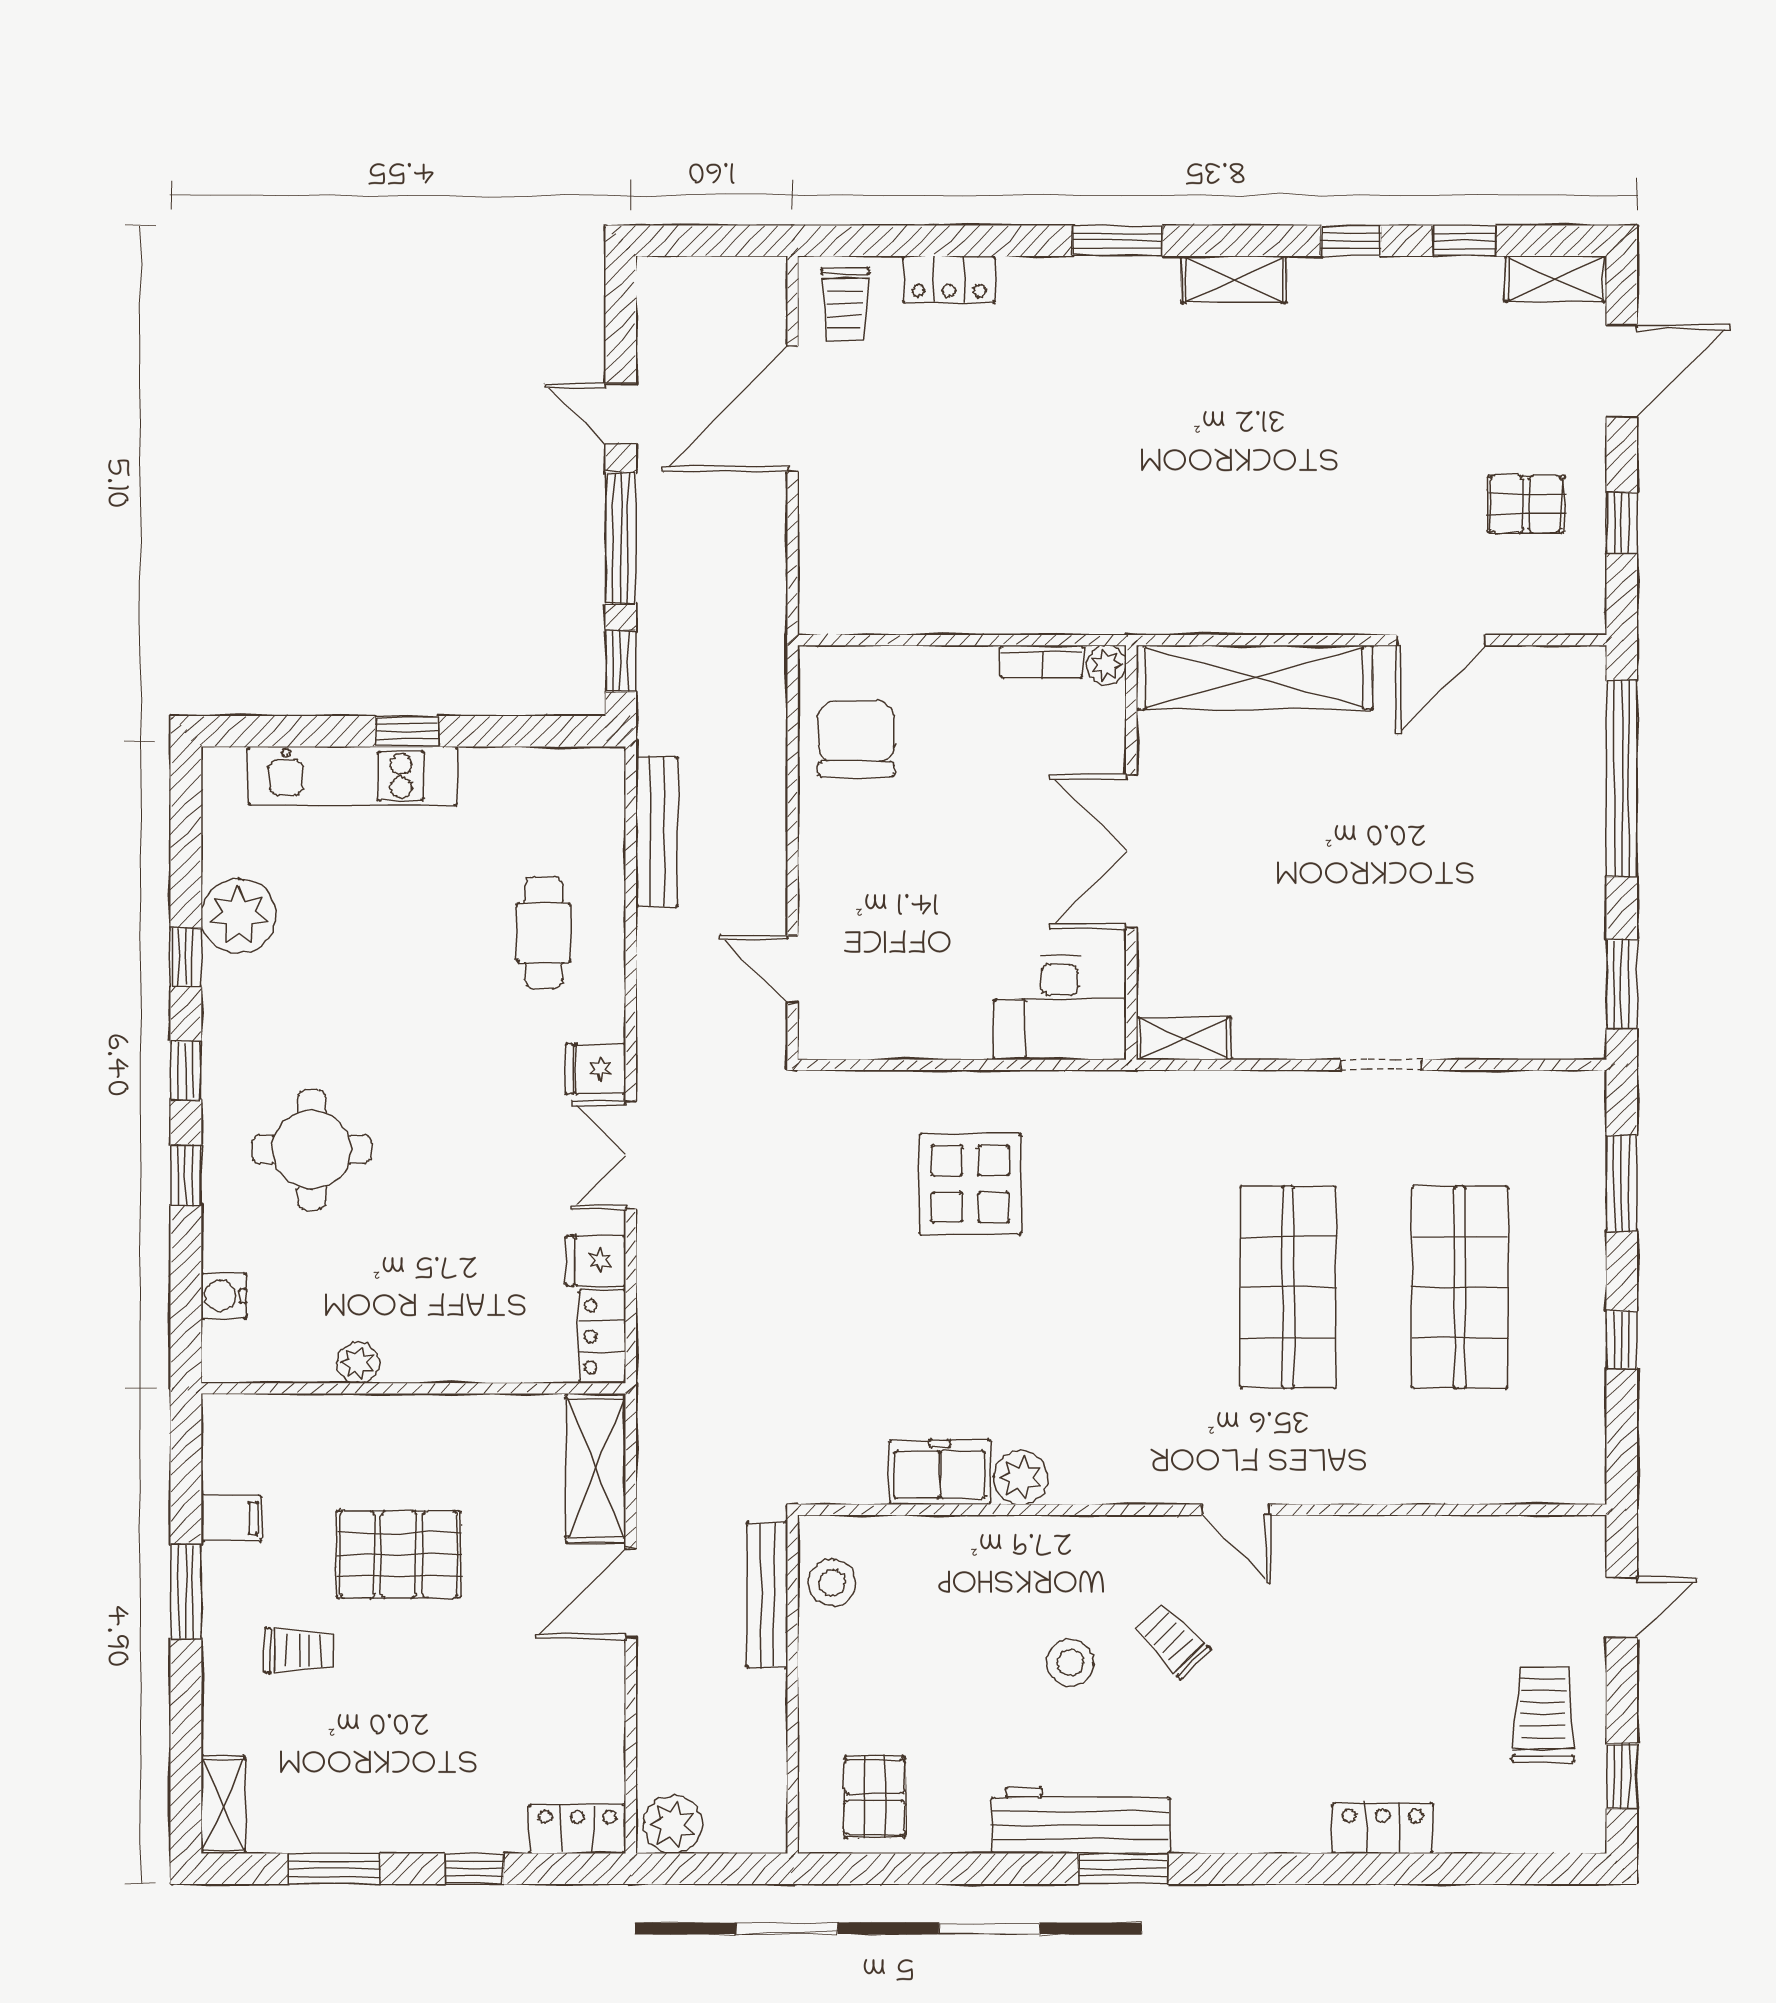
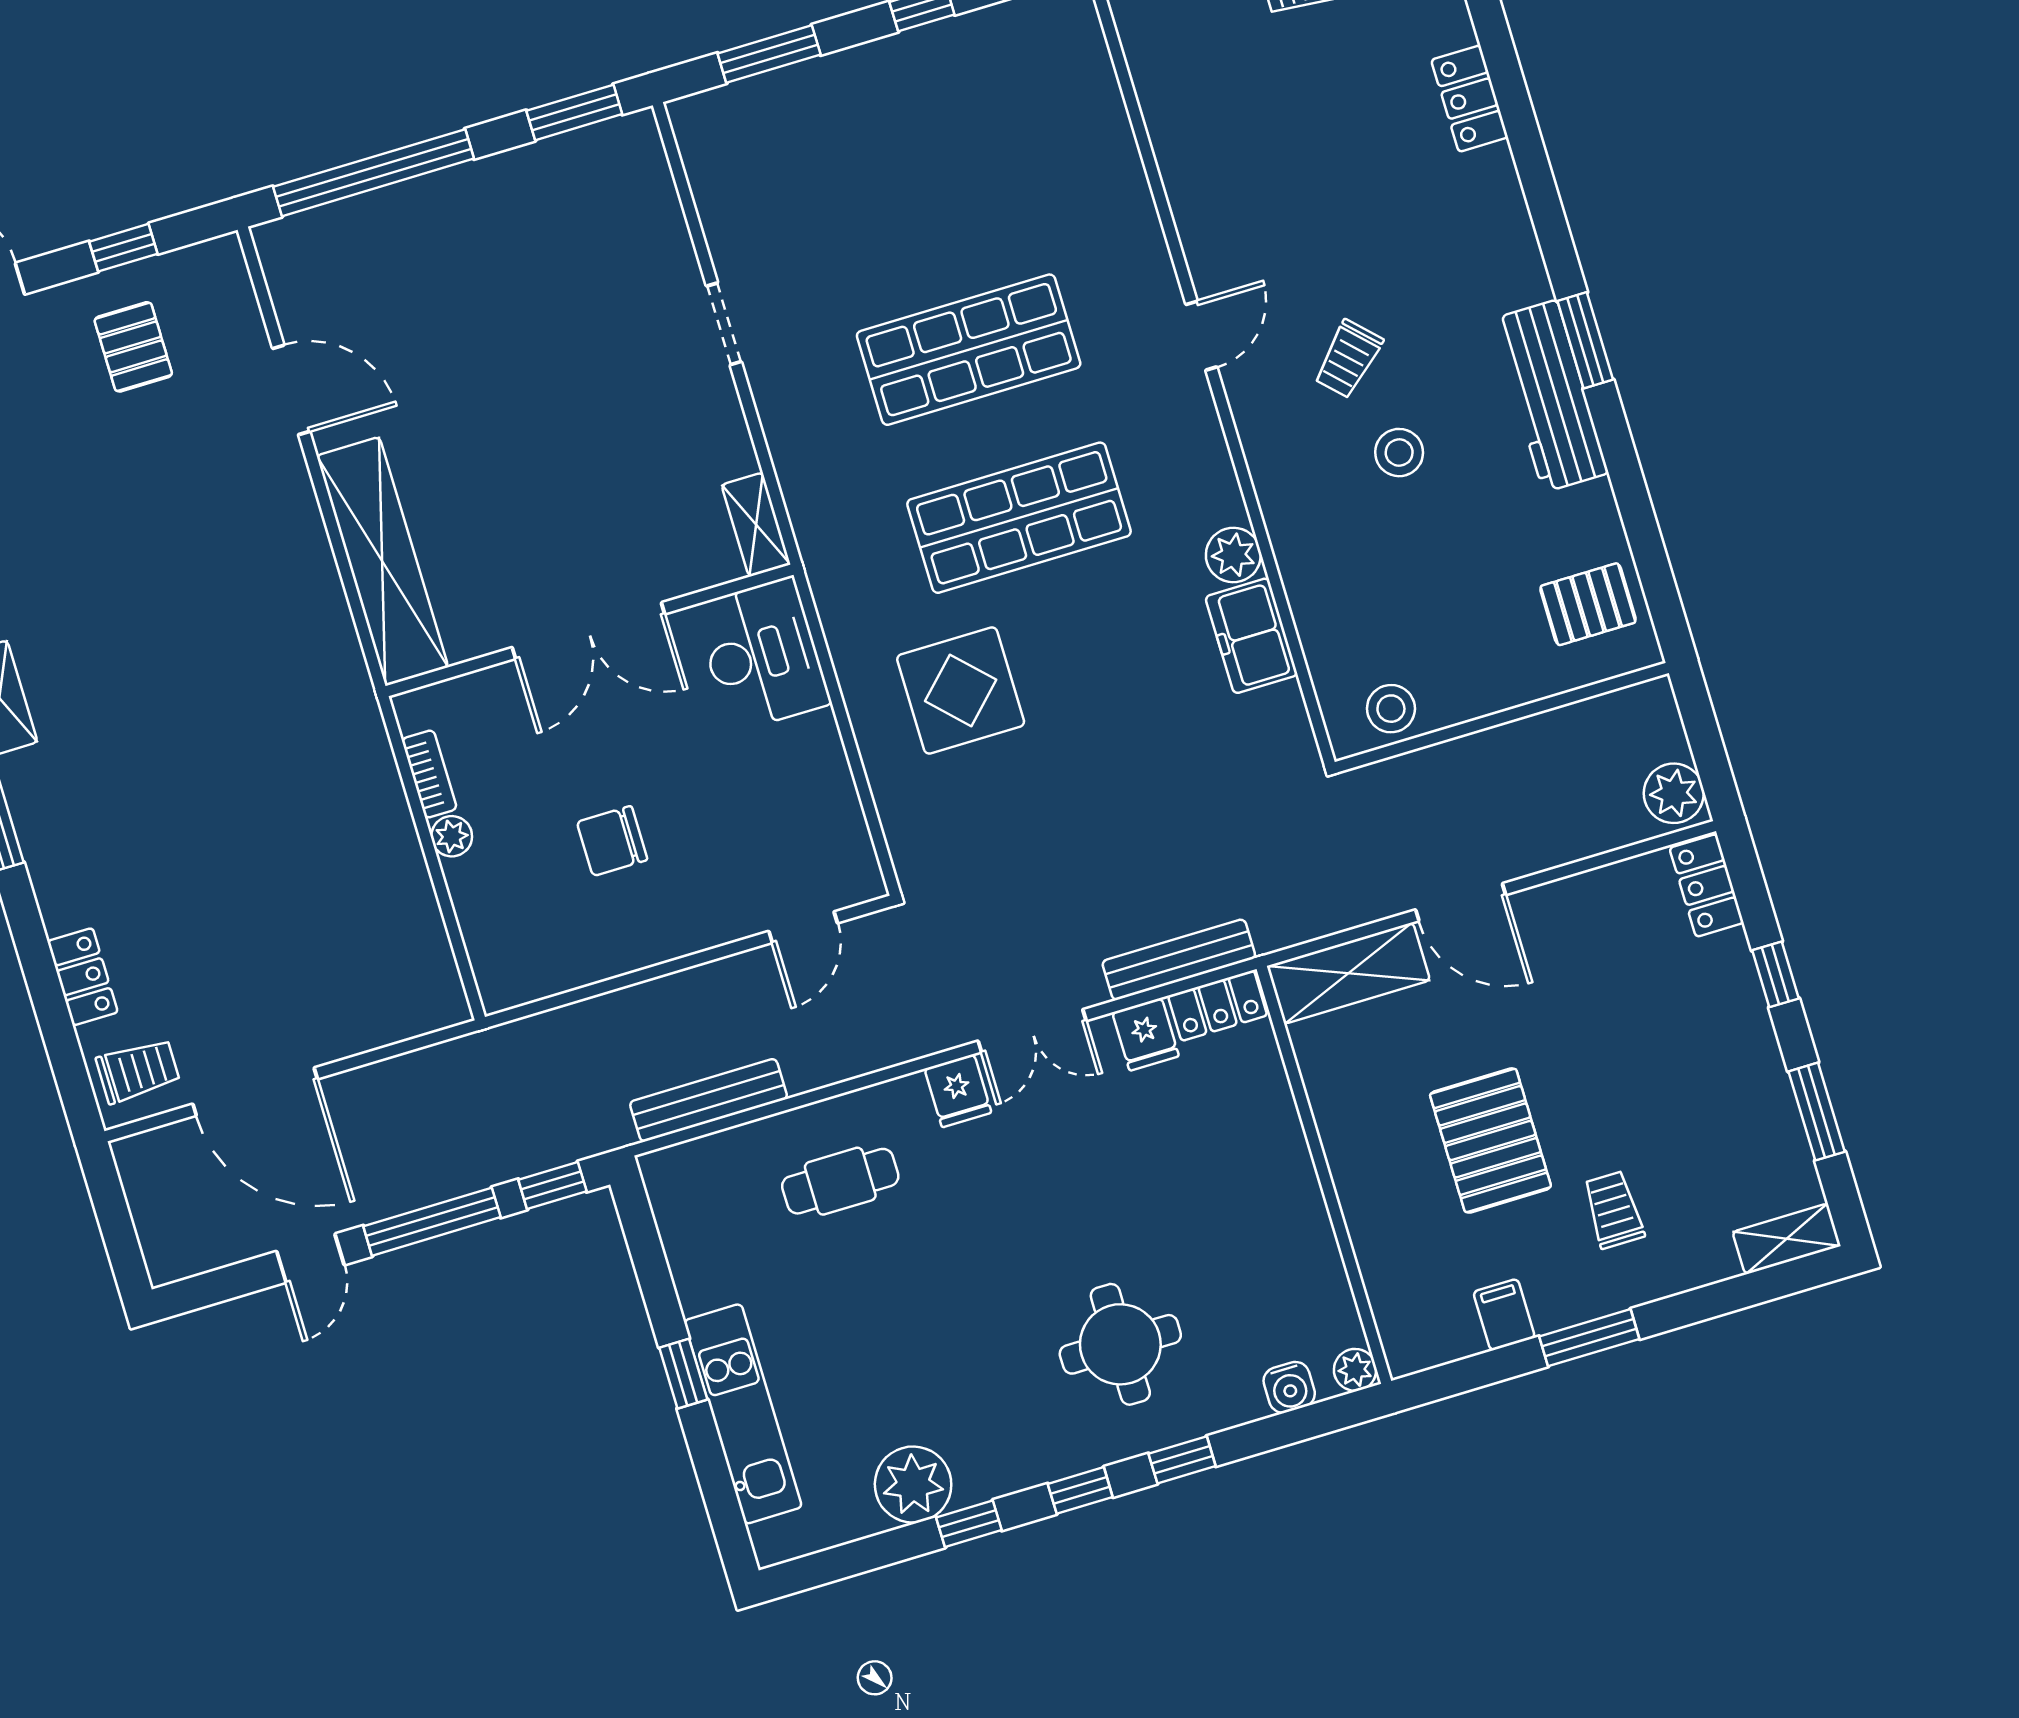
plant: (1106, 665) -> (452, 836), moved
chair: (856, 739) -> (612, 841), moved, width x0.73, depth x0.73
shop shelf: (1460, 1287) -> (1019, 518), moved
plant: (358, 1363) -> (1355, 1370), moved
bench: (767, 1595) -> (1179, 960), moved

